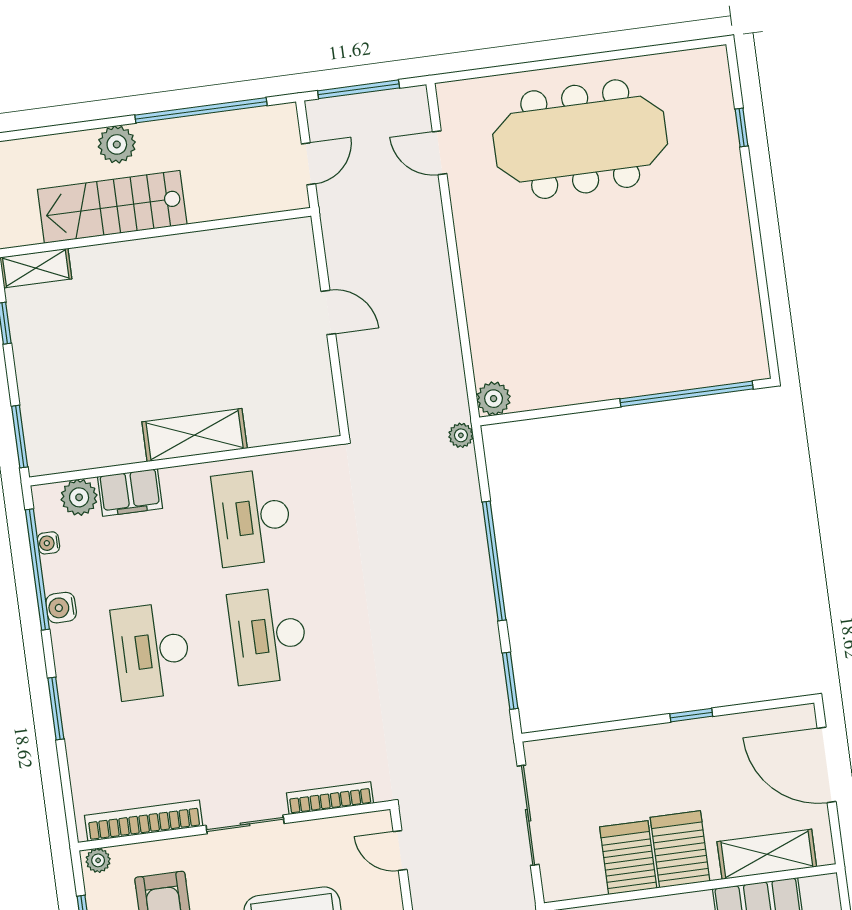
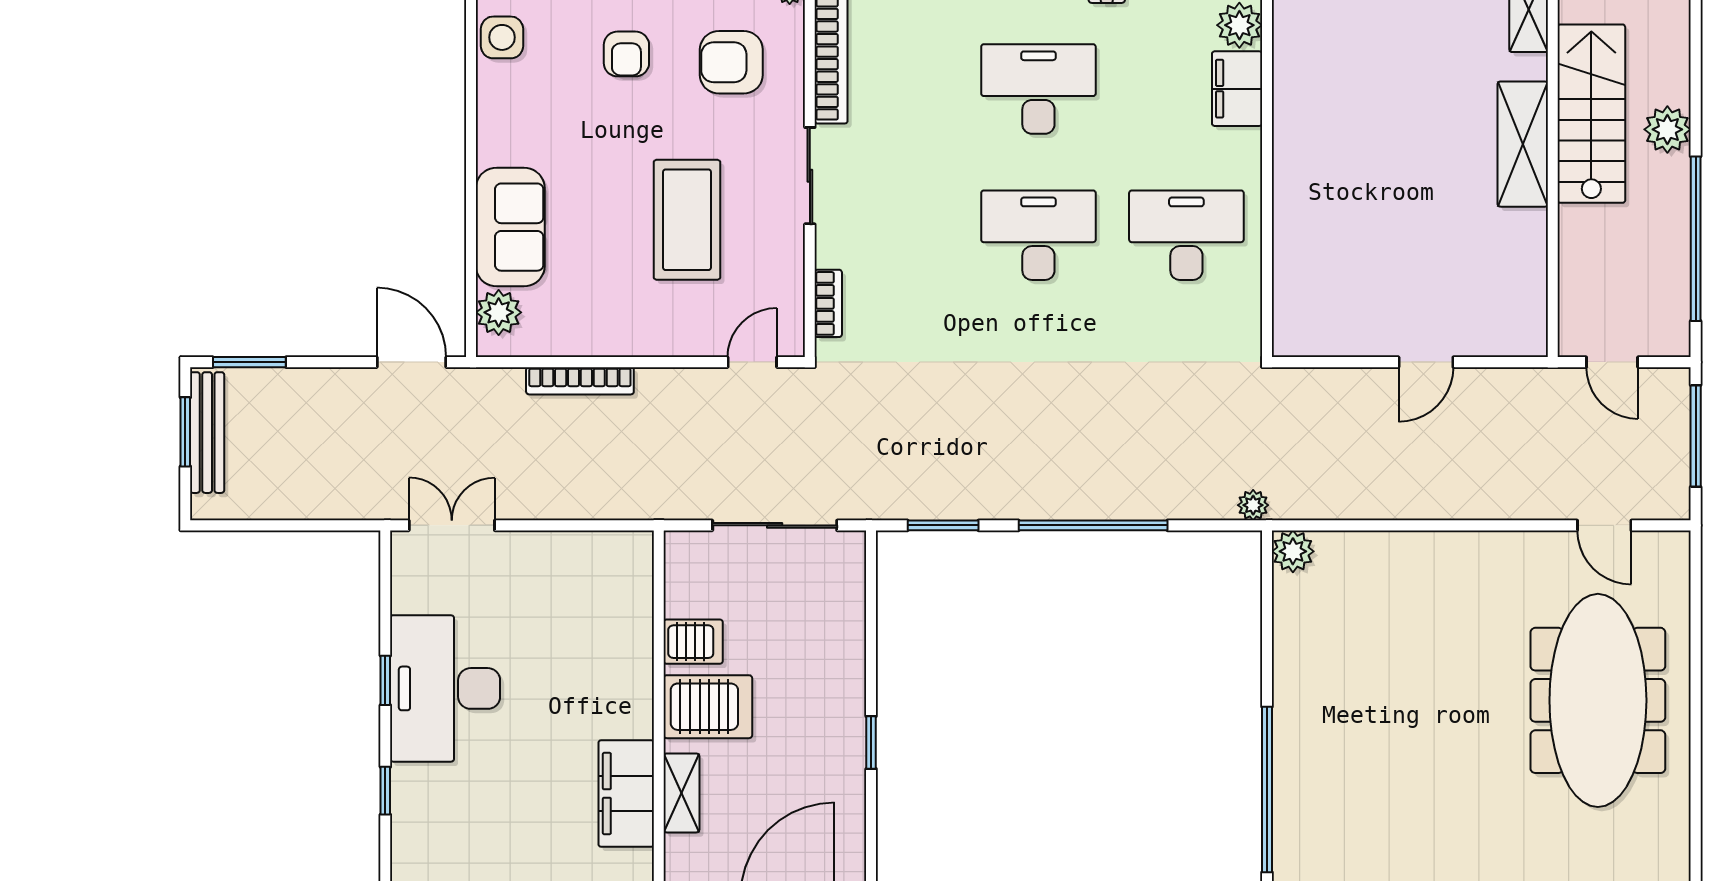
door: (440, 153) -> (1604, 525), swing flipped
shelving: (195, 435) -> (1523, 144), moved
bookcase: (330, 798) -> (828, 303), width x0.64
shelving: (767, 854) -> (681, 793), width x0.67, depth x0.75
server rack: (628, 858) -> (693, 642), width x0.73, depth x0.70

